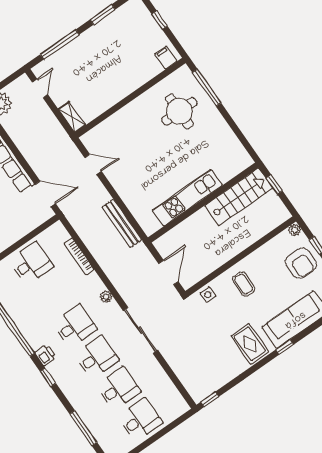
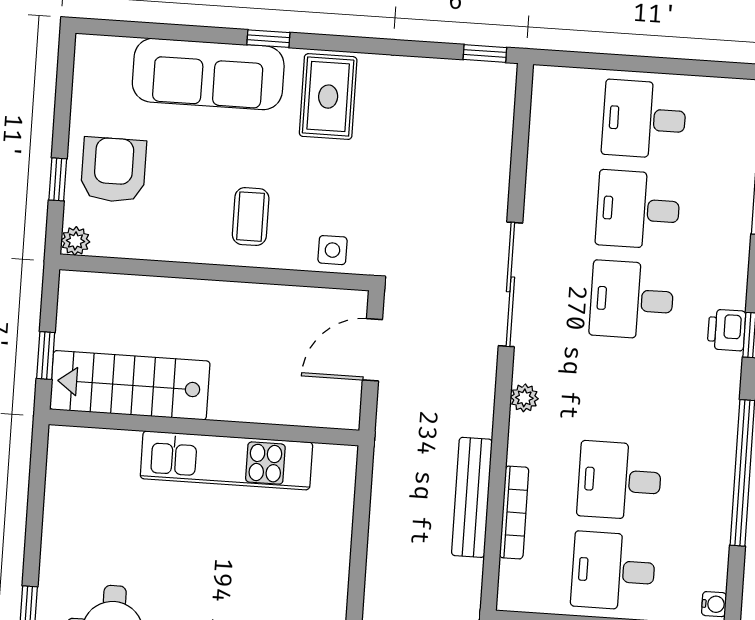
bench: (122, 223) -> (472, 497), moved
desk: (75, 326) -> (619, 481), moved
printer: (45, 355) -> (727, 330), moved

